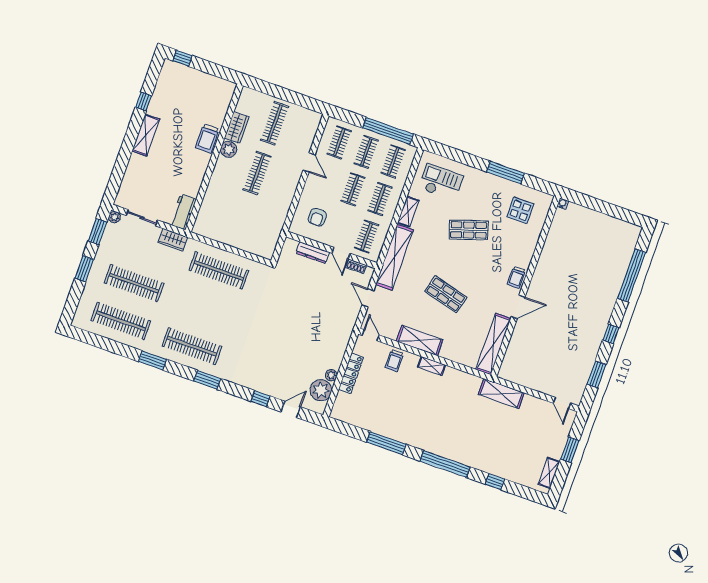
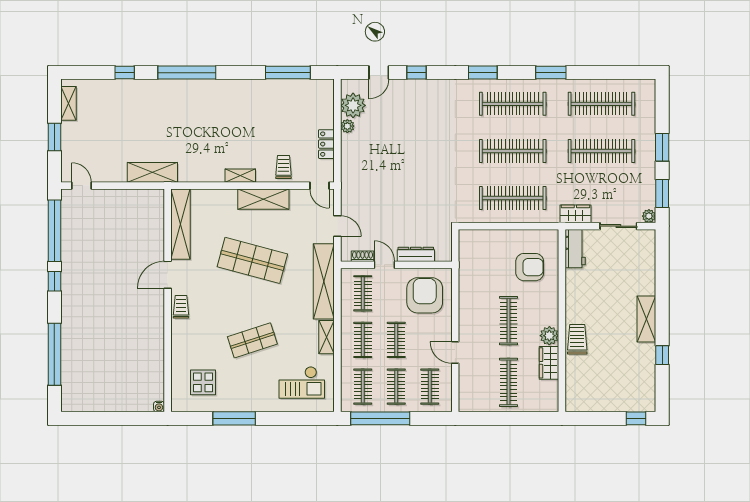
armchair: (225, 210) -> (530, 267), added
armchair: (317, 217) -> (425, 295), width x1.88, depth x1.88
shop shelf: (446, 294) -> (252, 260), width x1.43, depth x1.36
clothes rail: (205, 308) -> (513, 151), added
locker: (351, 373) -> (326, 144), width x0.66
window: (597, 374) -> (54, 231), width x2.11
window: (386, 443) -> (288, 73), moved

